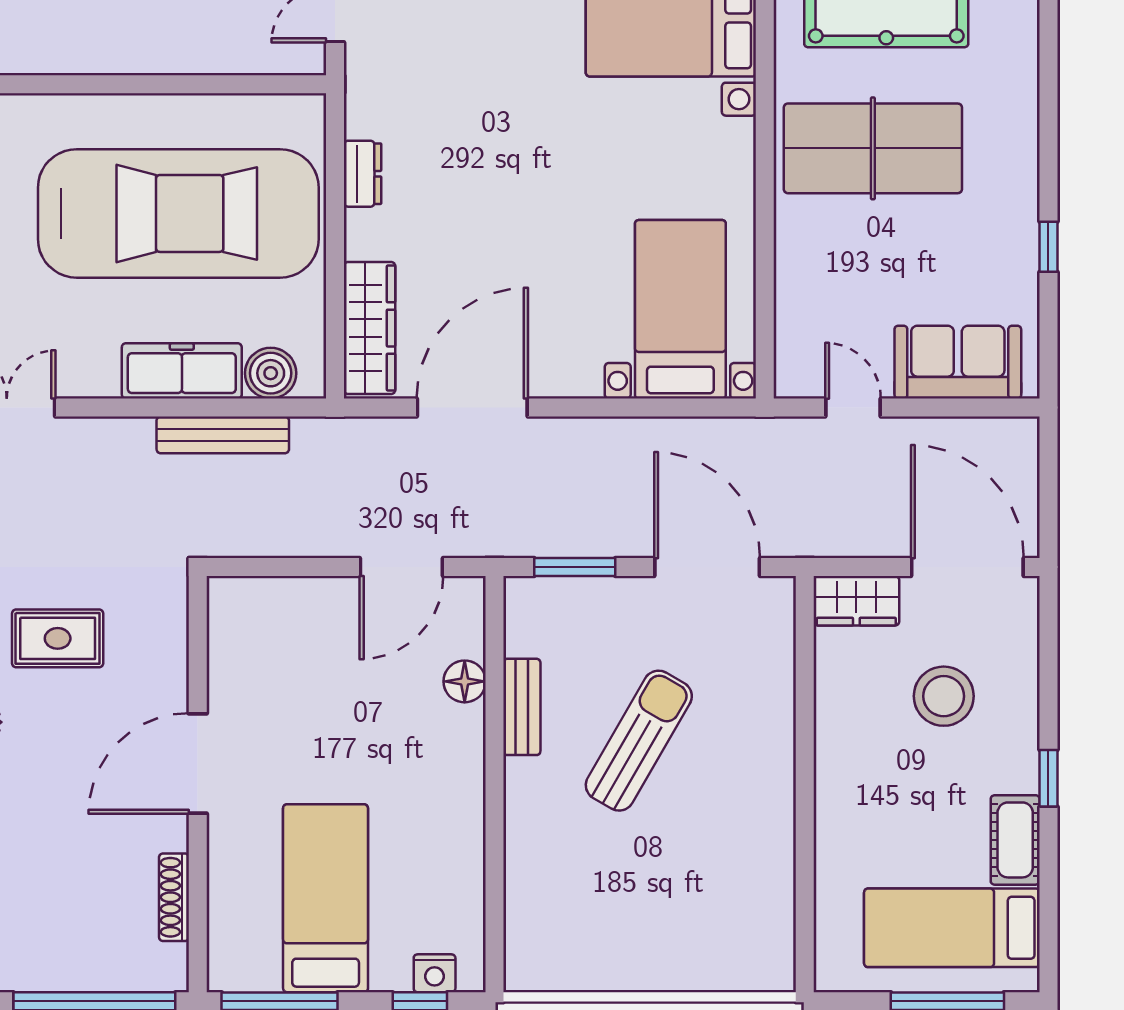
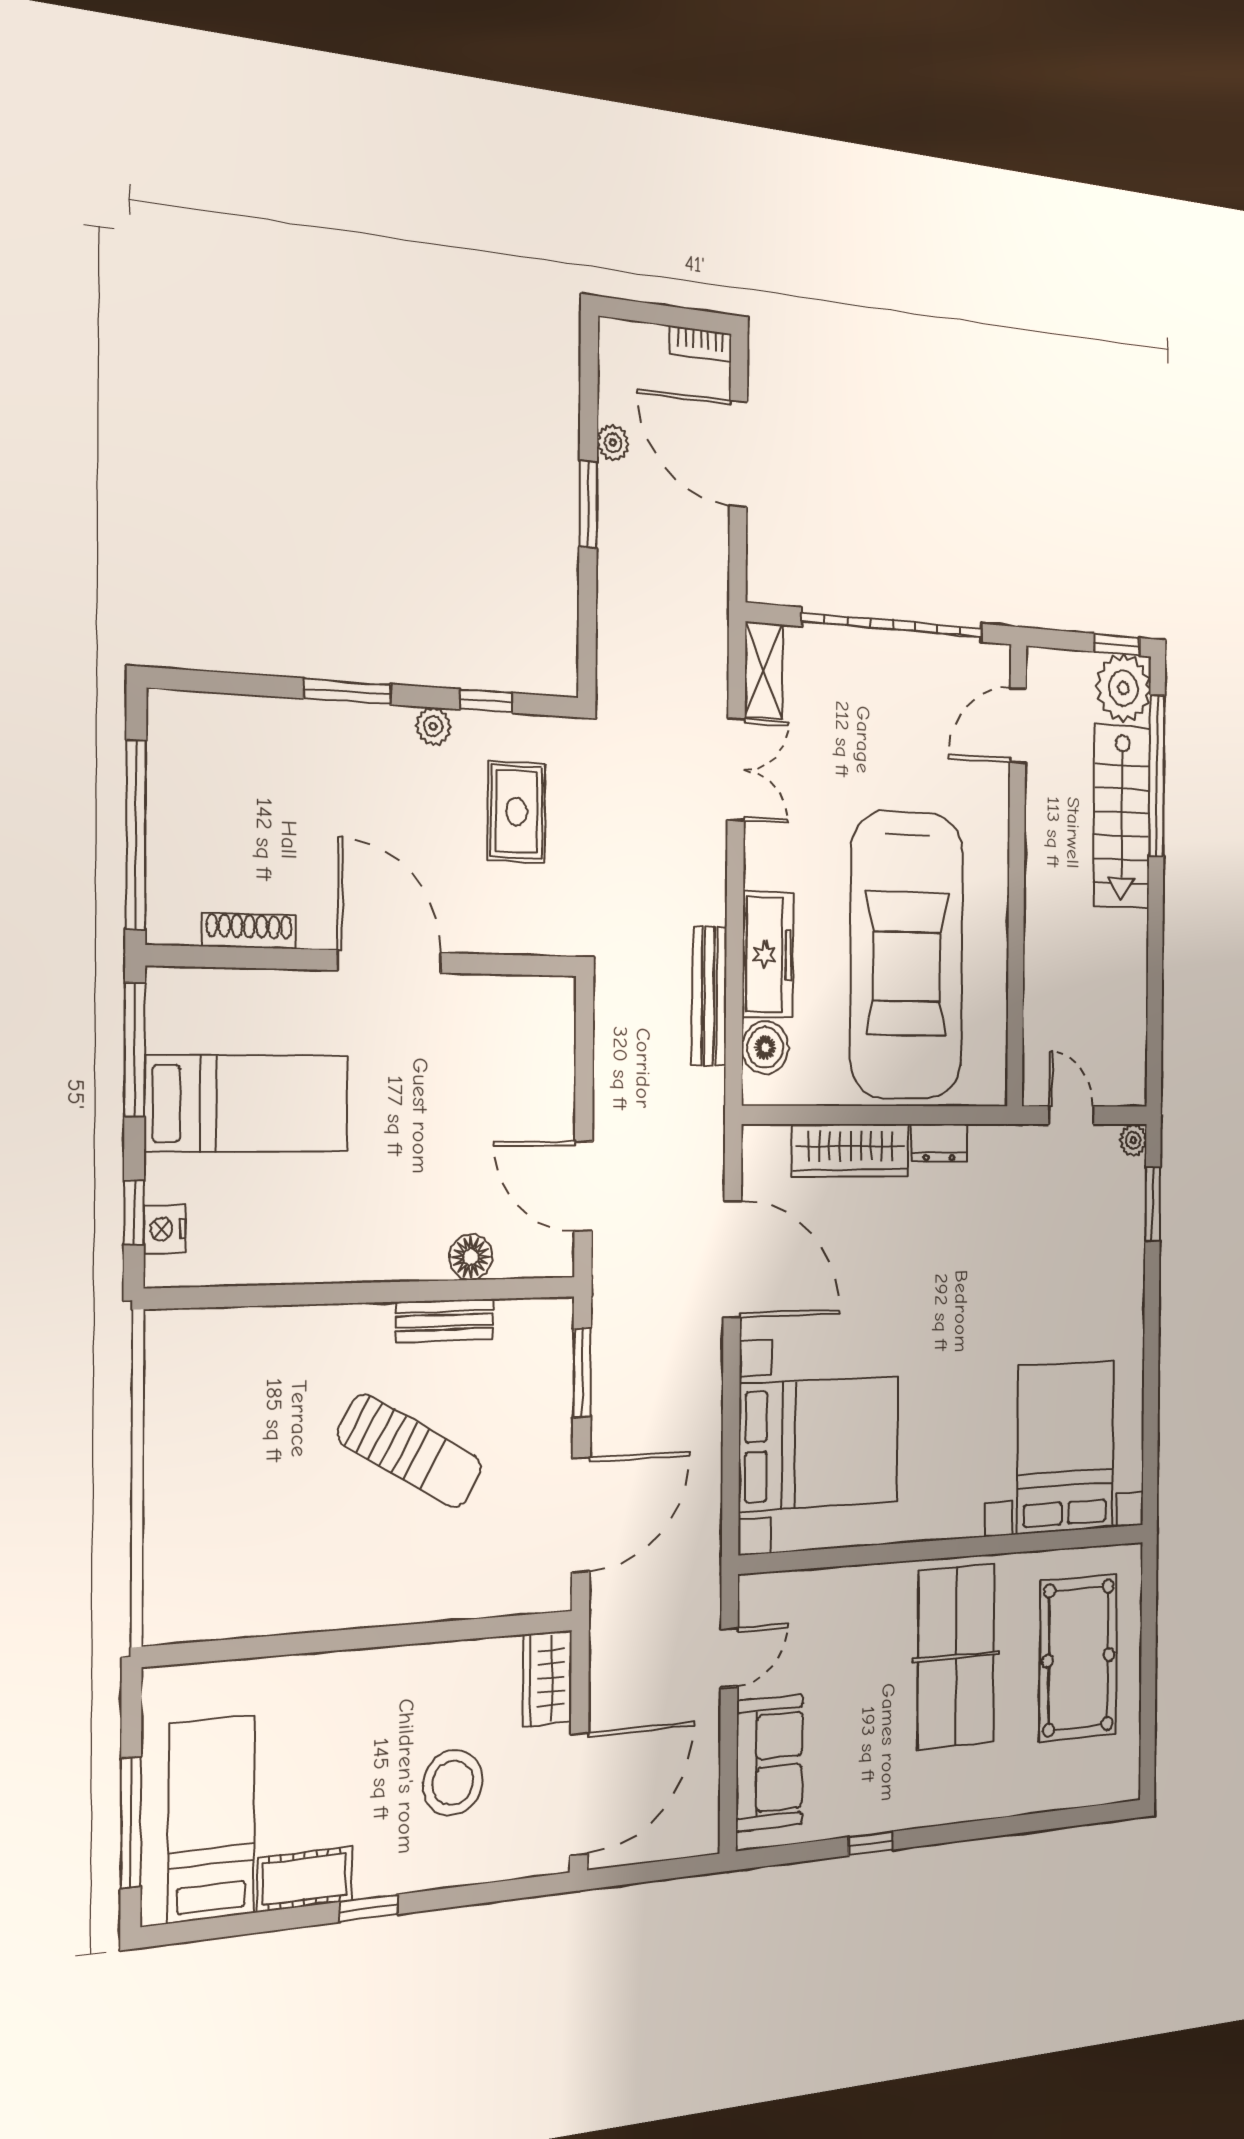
bed with nightstands: (680, 309) -> (819, 1443), width x1.36
wardrobe: (370, 328) -> (851, 1150), moved

